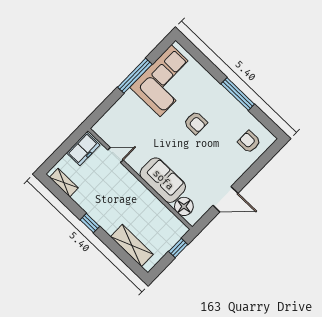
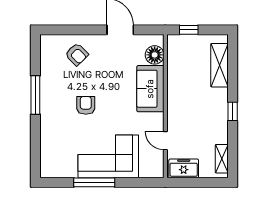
corner sofa: (166, 81) -> (108, 156), moved
armchair: (249, 142) -> (77, 54), moved, turned -45

